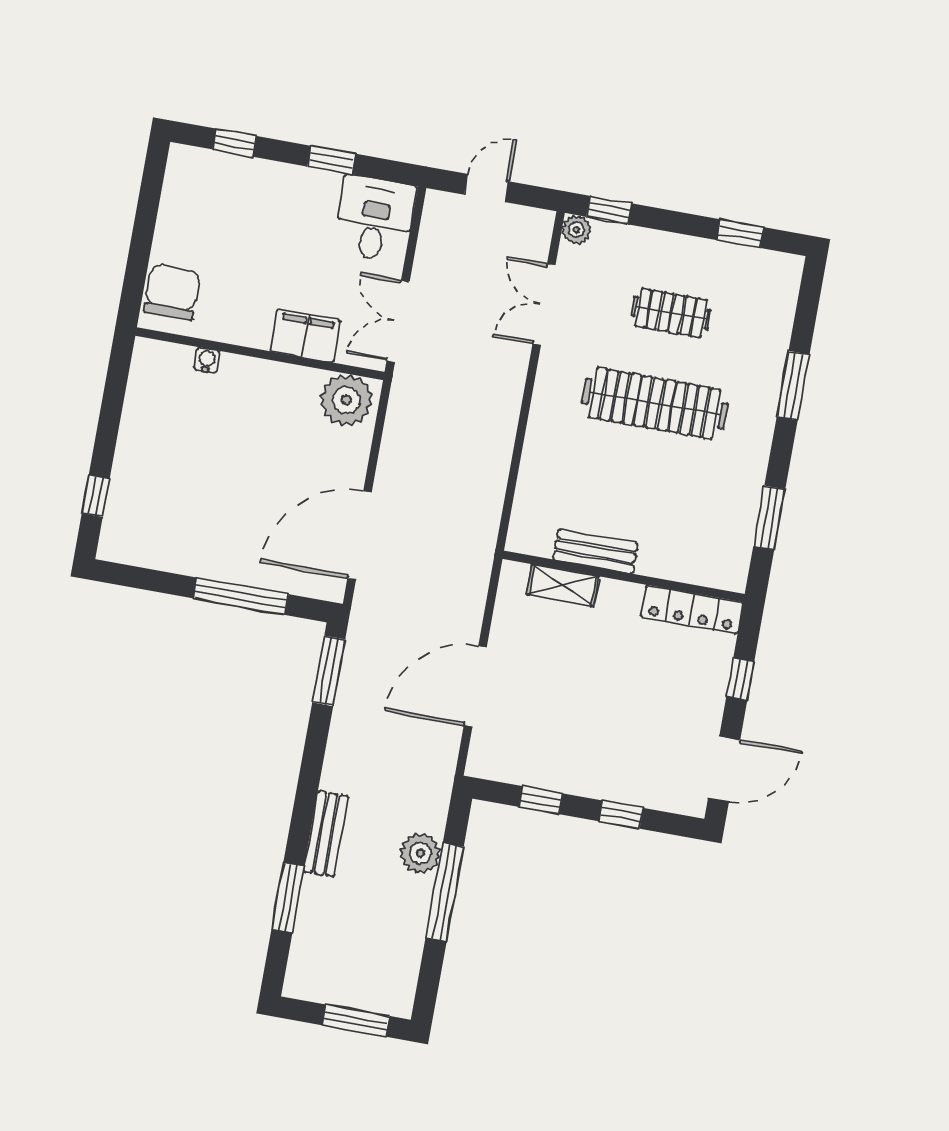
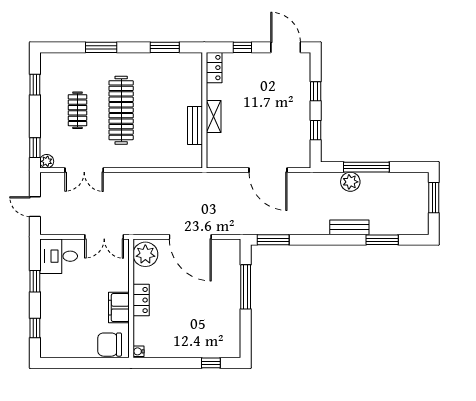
filing cabinet: (305, 336) -> (119, 308), moved
water cooler: (207, 360) -> (138, 351), moved
locker: (253, 374) -> (141, 300), added
door: (360, 535) -> (190, 237), moved
shelving: (563, 585) -> (214, 116), moved
locker: (692, 610) -> (214, 68), width x0.66

